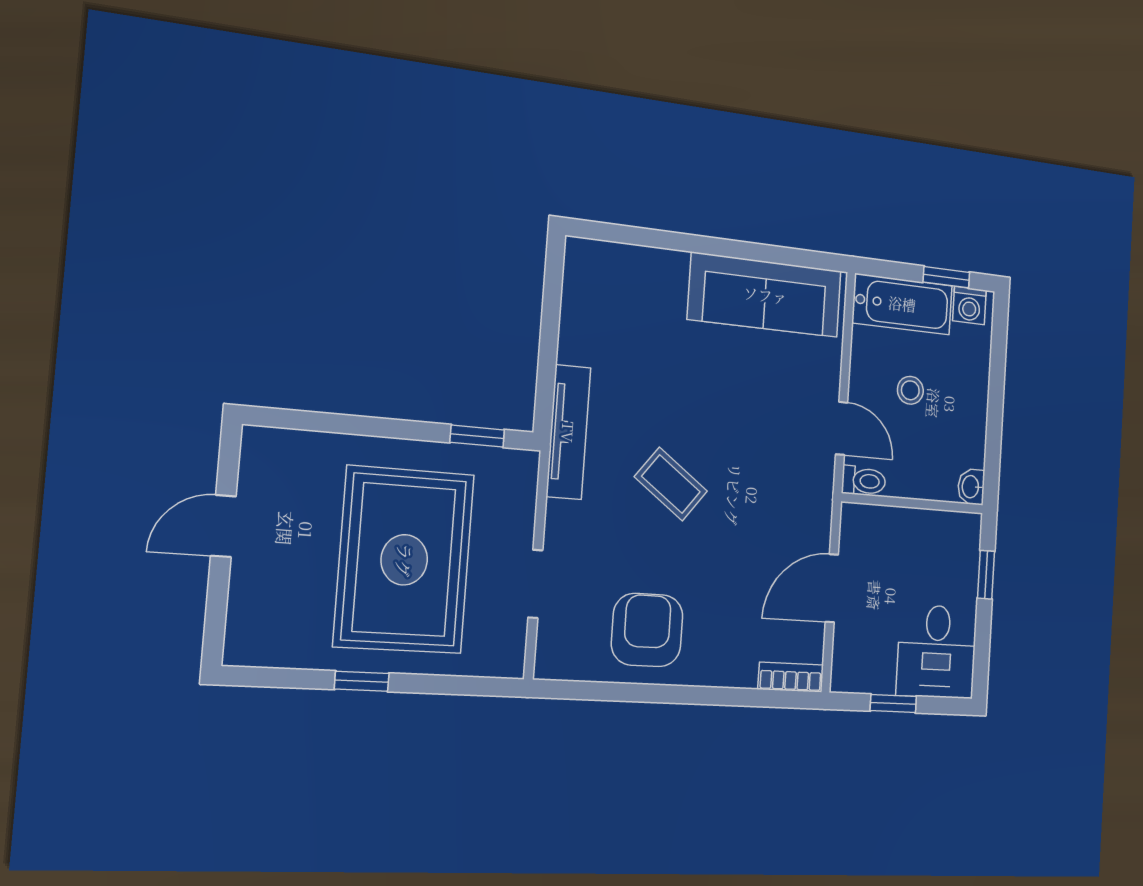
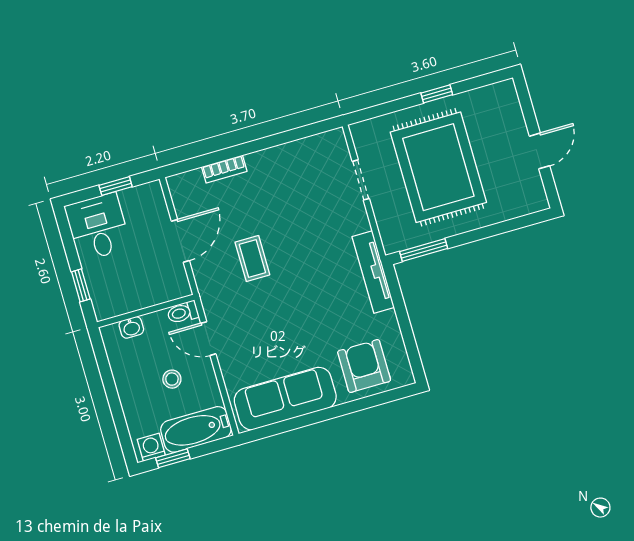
window: (477, 436) -> (424, 250), width x1.50
coffee table: (671, 484) -> (252, 259), moved, turned 53
washbasin: (971, 487) -> (131, 327), moved, turned 90
armchair: (647, 630) -> (364, 366), moved, turned 180
bookcase: (791, 677) -> (224, 169), moved

